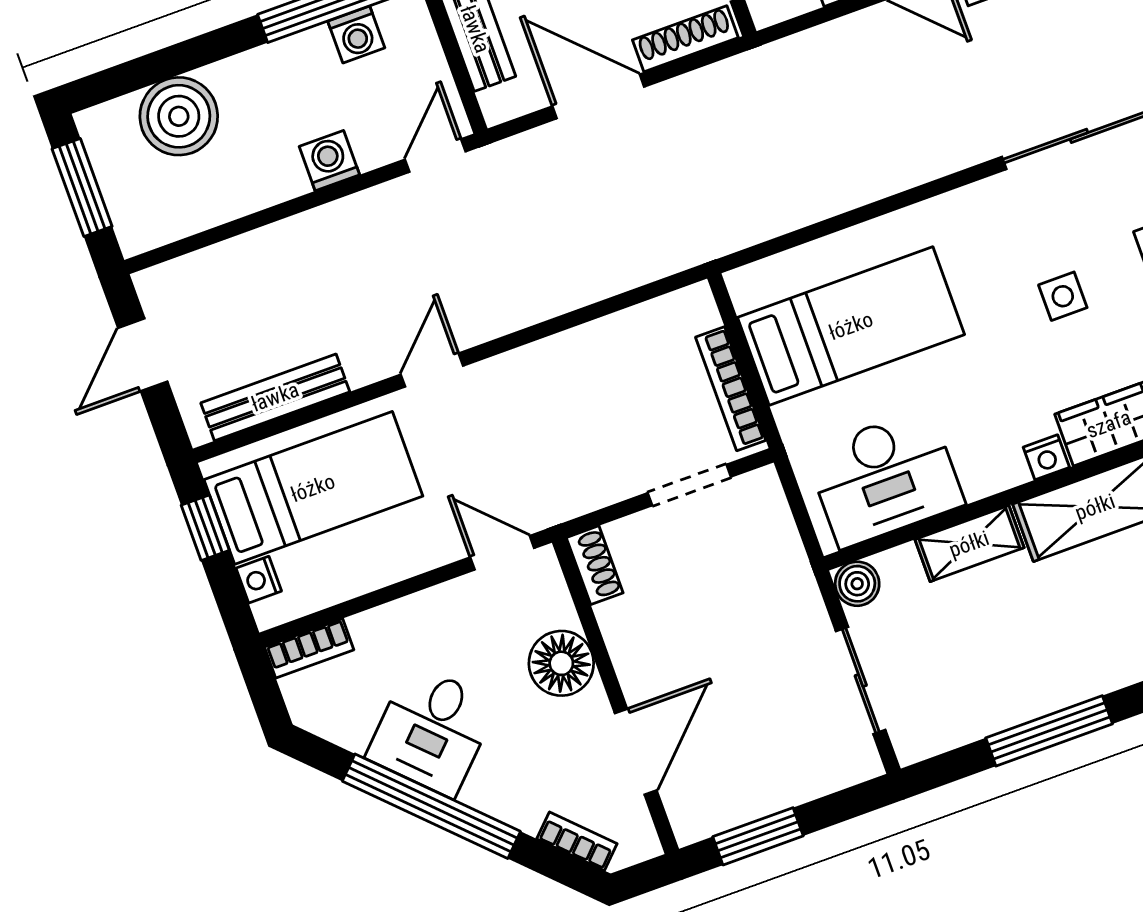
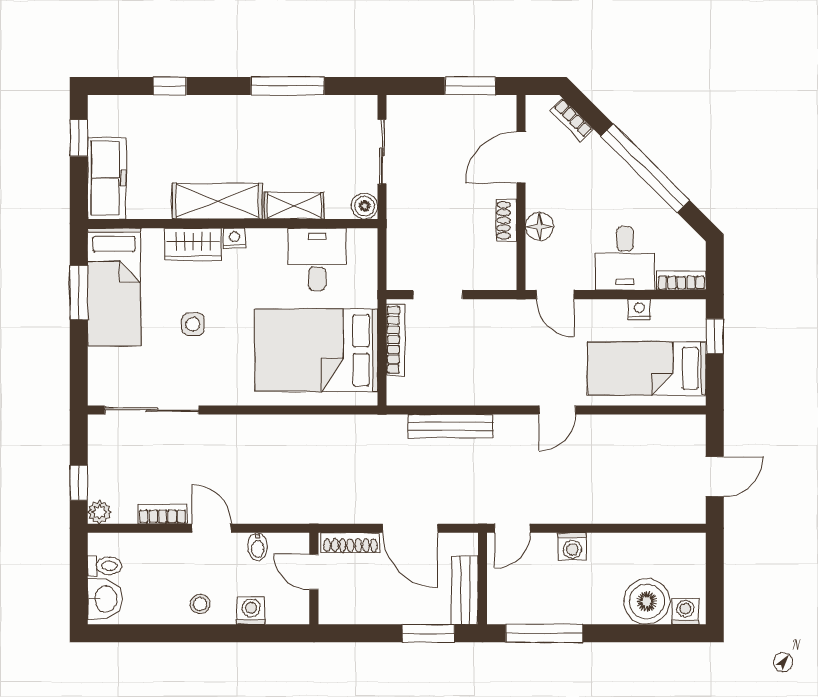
washing machine: (356, 34) -> (685, 611), moved
window: (82, 188) -> (715, 581), removed
bed: (851, 326) -> (316, 350), width x1.50
bench: (275, 397) -> (451, 426), moved
desk: (885, 478) -> (317, 259), width x0.73
window: (205, 528) -> (715, 336), moved
shoe rack: (595, 565) -> (506, 220), moved
nightstand: (259, 580) -> (639, 309), moved, turned -90
floor lamp: (561, 663) -> (539, 227), width x0.73, depth x0.73
desk: (432, 730) -> (625, 258), moved, turned 135

